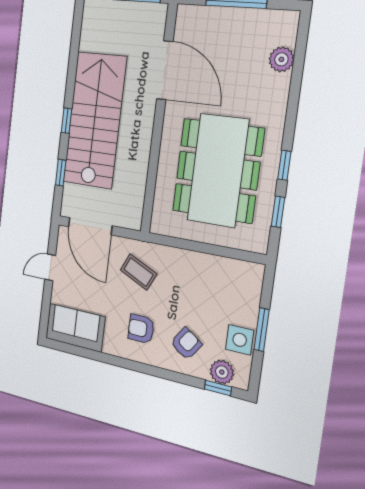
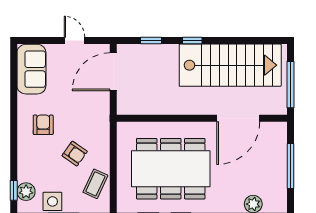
stairs: (95, 120) -> (230, 65), moved
coffee table: (138, 272) -> (95, 184), moved
armchair: (186, 344) -> (75, 154), moved

